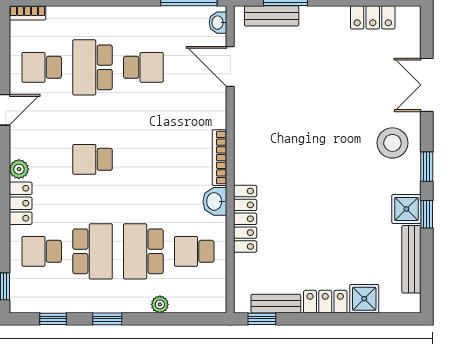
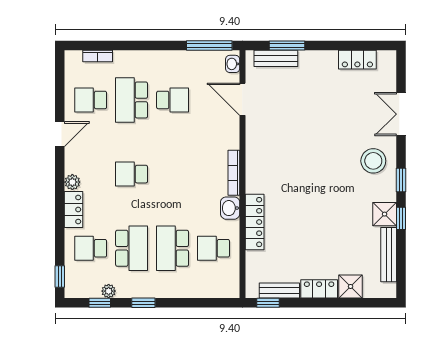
bookcase: (27, 13) -> (98, 56), moved
plant: (160, 304) -> (109, 291), moved

